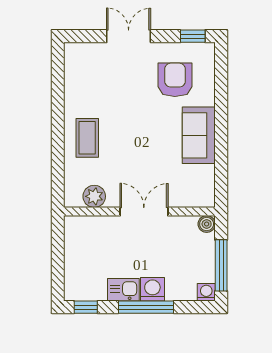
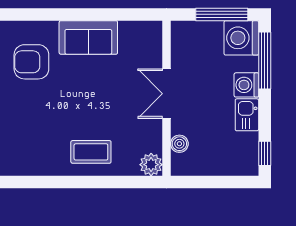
plant: (94, 196) -> (151, 165), moved
boiler: (207, 224) -> (179, 144), moved
washing machine: (206, 292) -> (241, 38), width x1.89, depth x1.89
window: (146, 307) -> (265, 60), moved

